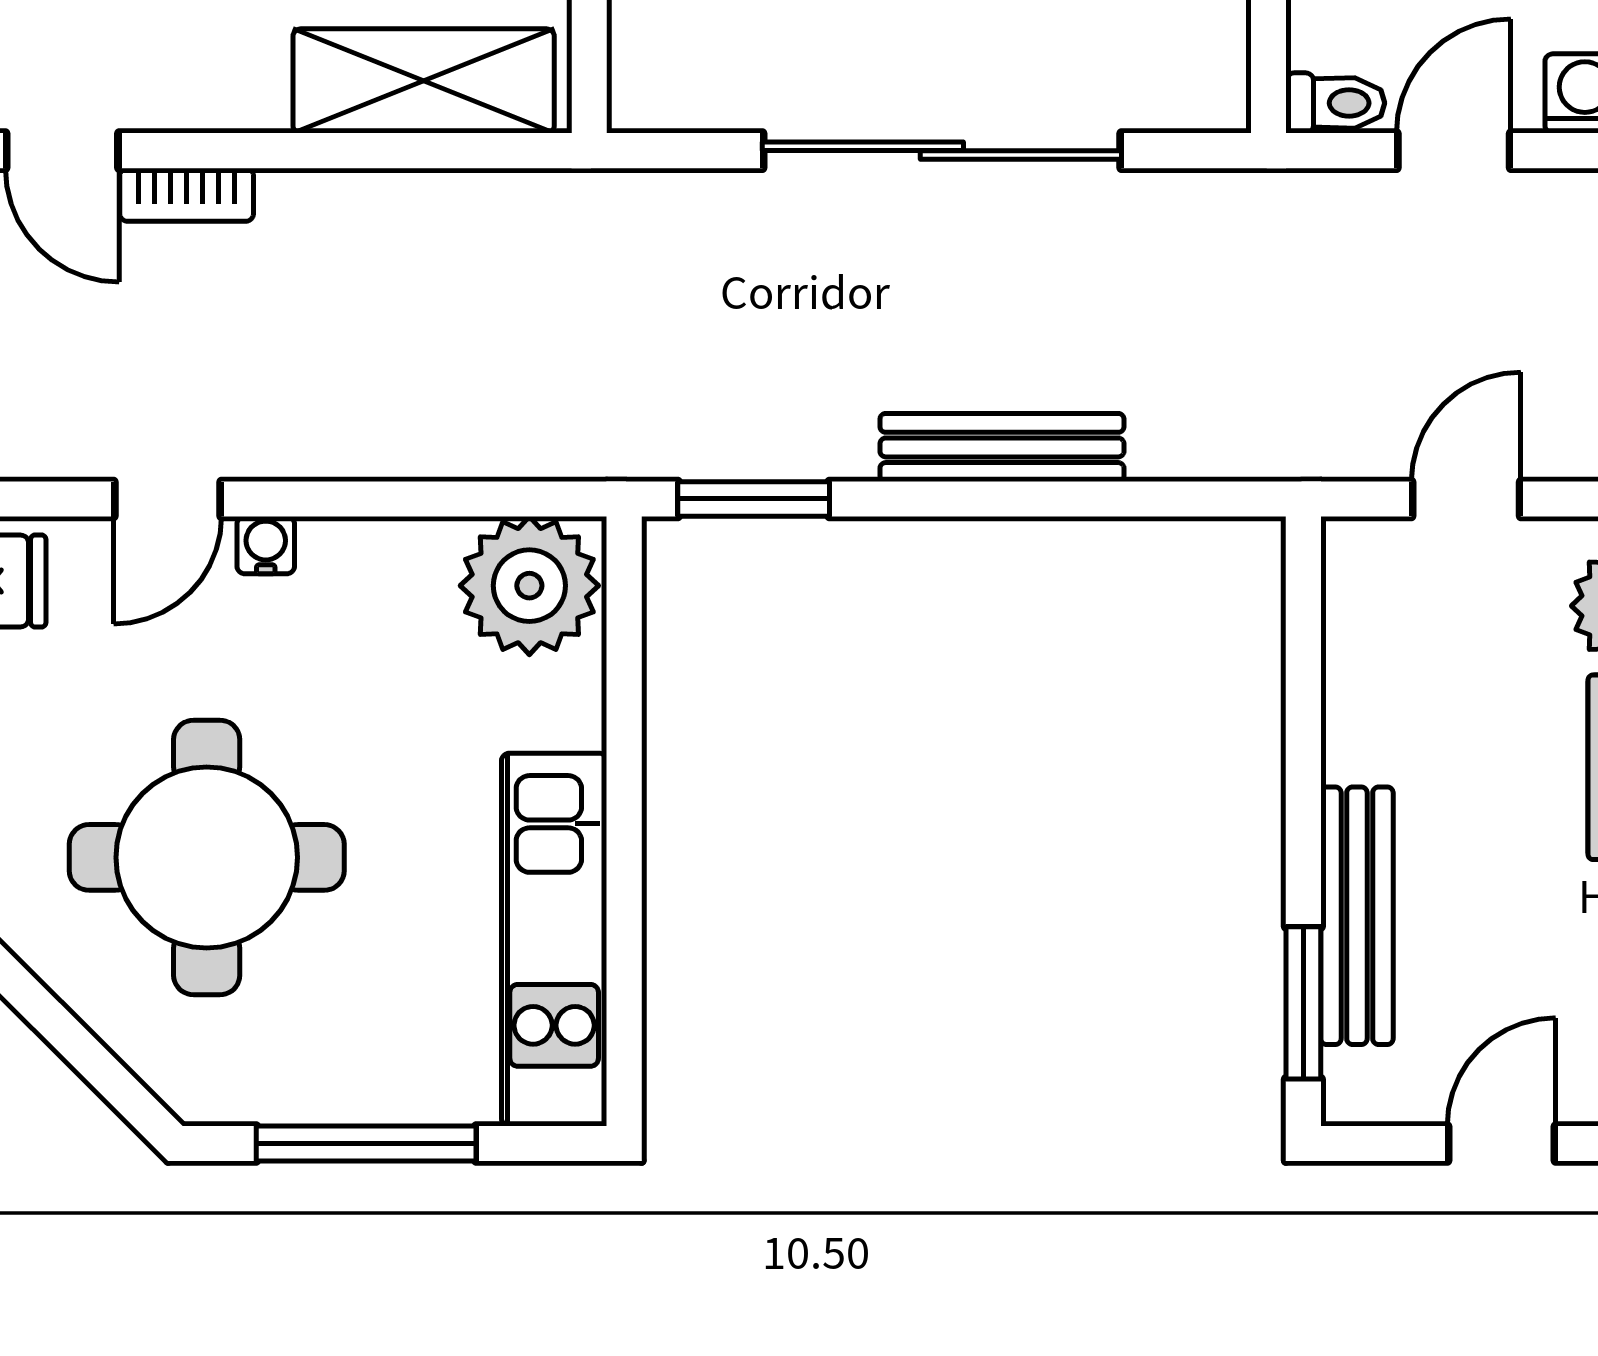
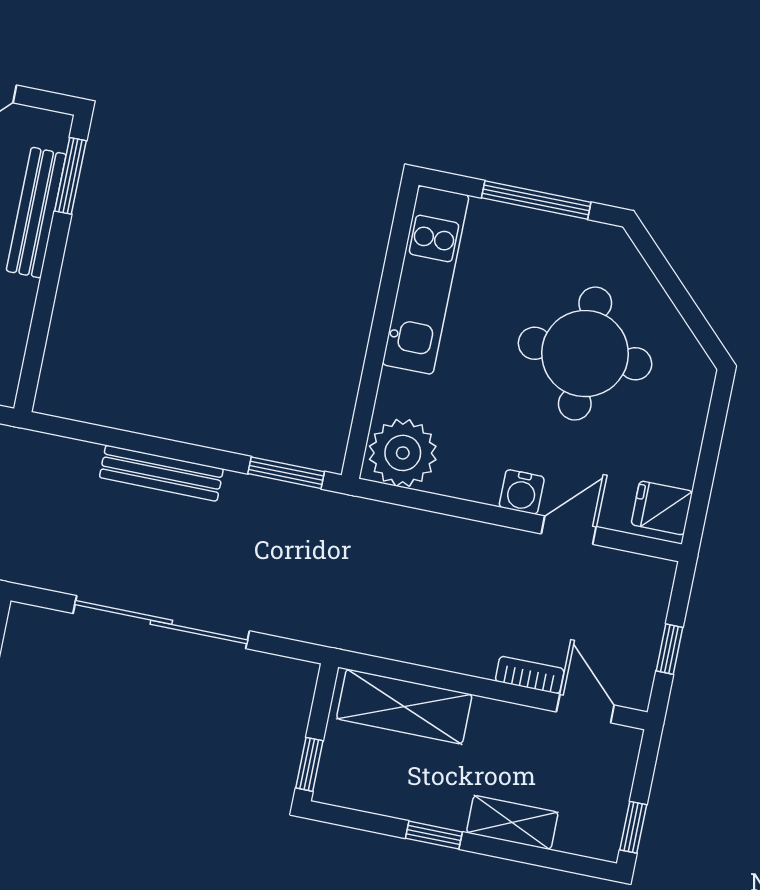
water cooler: (266, 545) -> (522, 492), width x1.38, depth x1.38

